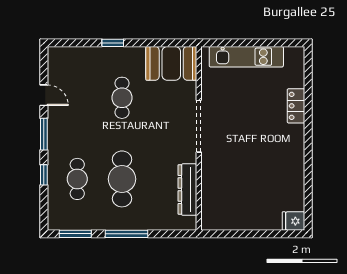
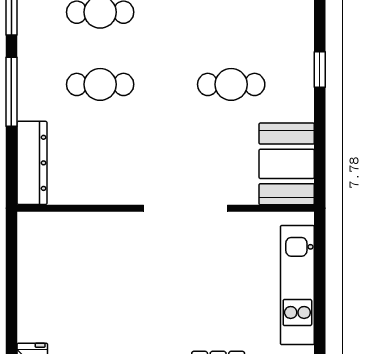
cafe table: (122, 179) -> (100, 84), width x0.73, depth x0.74
dresser: (187, 190) -> (32, 163), moved, turned 90

